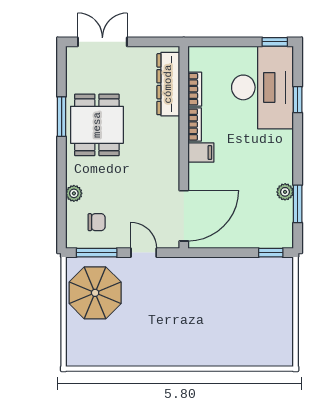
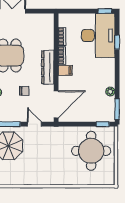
dresser: (168, 84) -> (48, 67), moved
window: (298, 204) -> (117, 109), moved
chair: (97, 222) -> (24, 91), moved
round table: (249, 302) -> (91, 151), added

